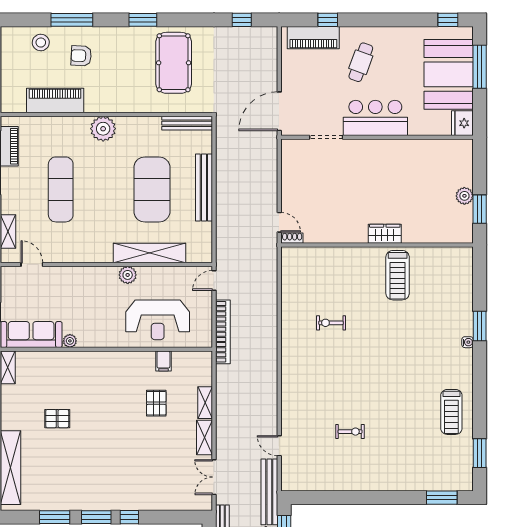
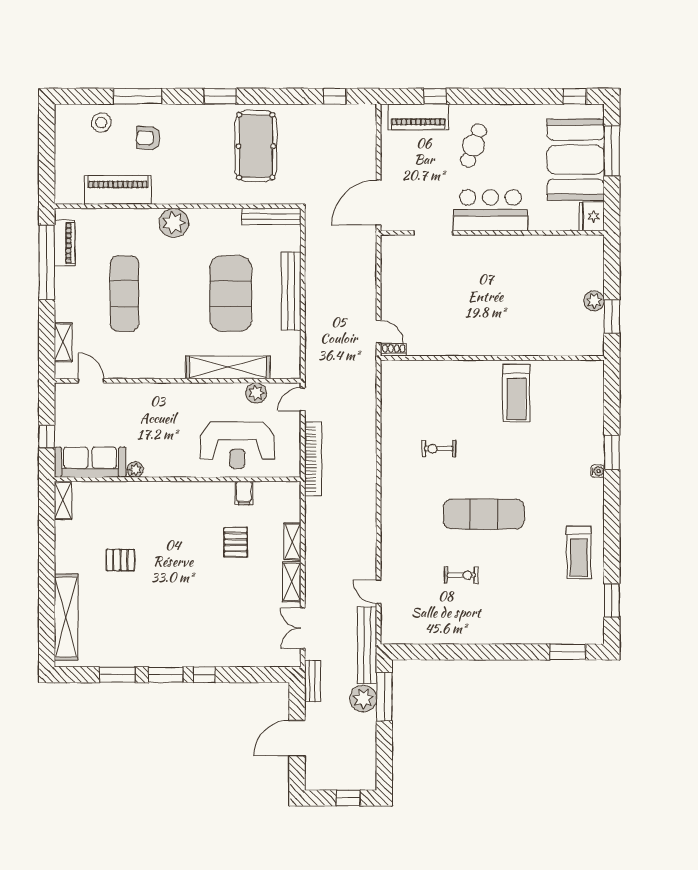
wardrobe: (385, 234) -> (501, 345), removed
plant: (128, 275) -> (256, 393), moved
exercise mat: (370, 379) -> (484, 514), added

